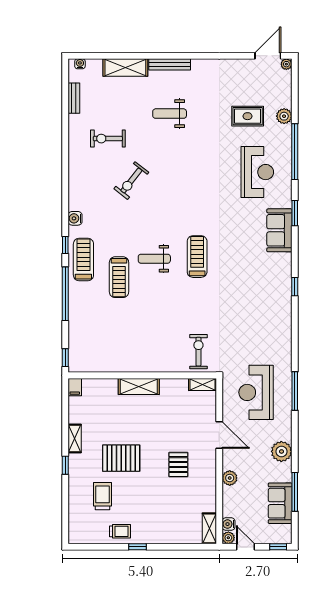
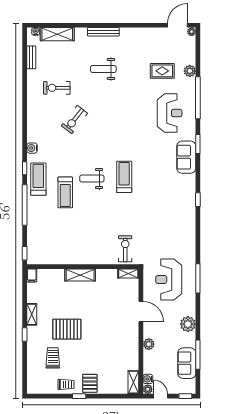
shelving: (125, 68) -> (57, 34), moved
pallet: (178, 465) -> (90, 383), moved

